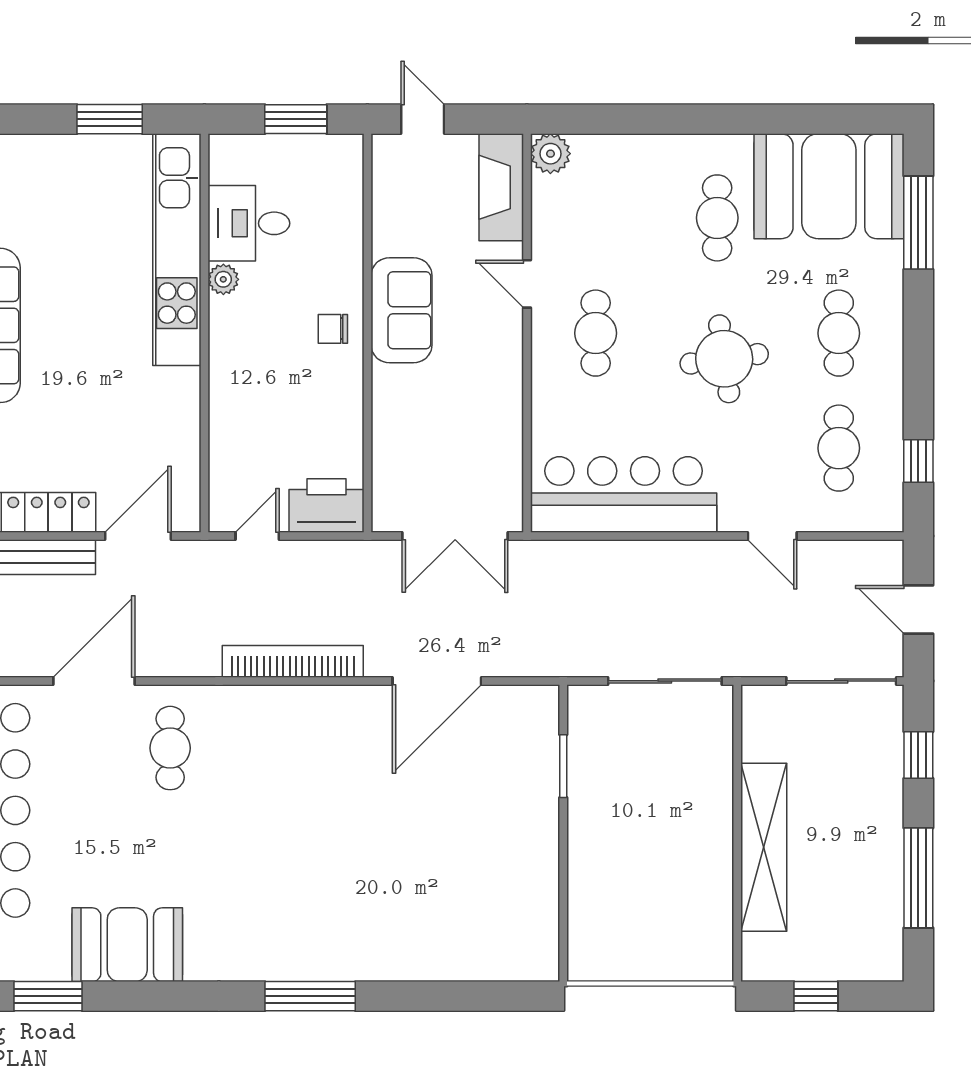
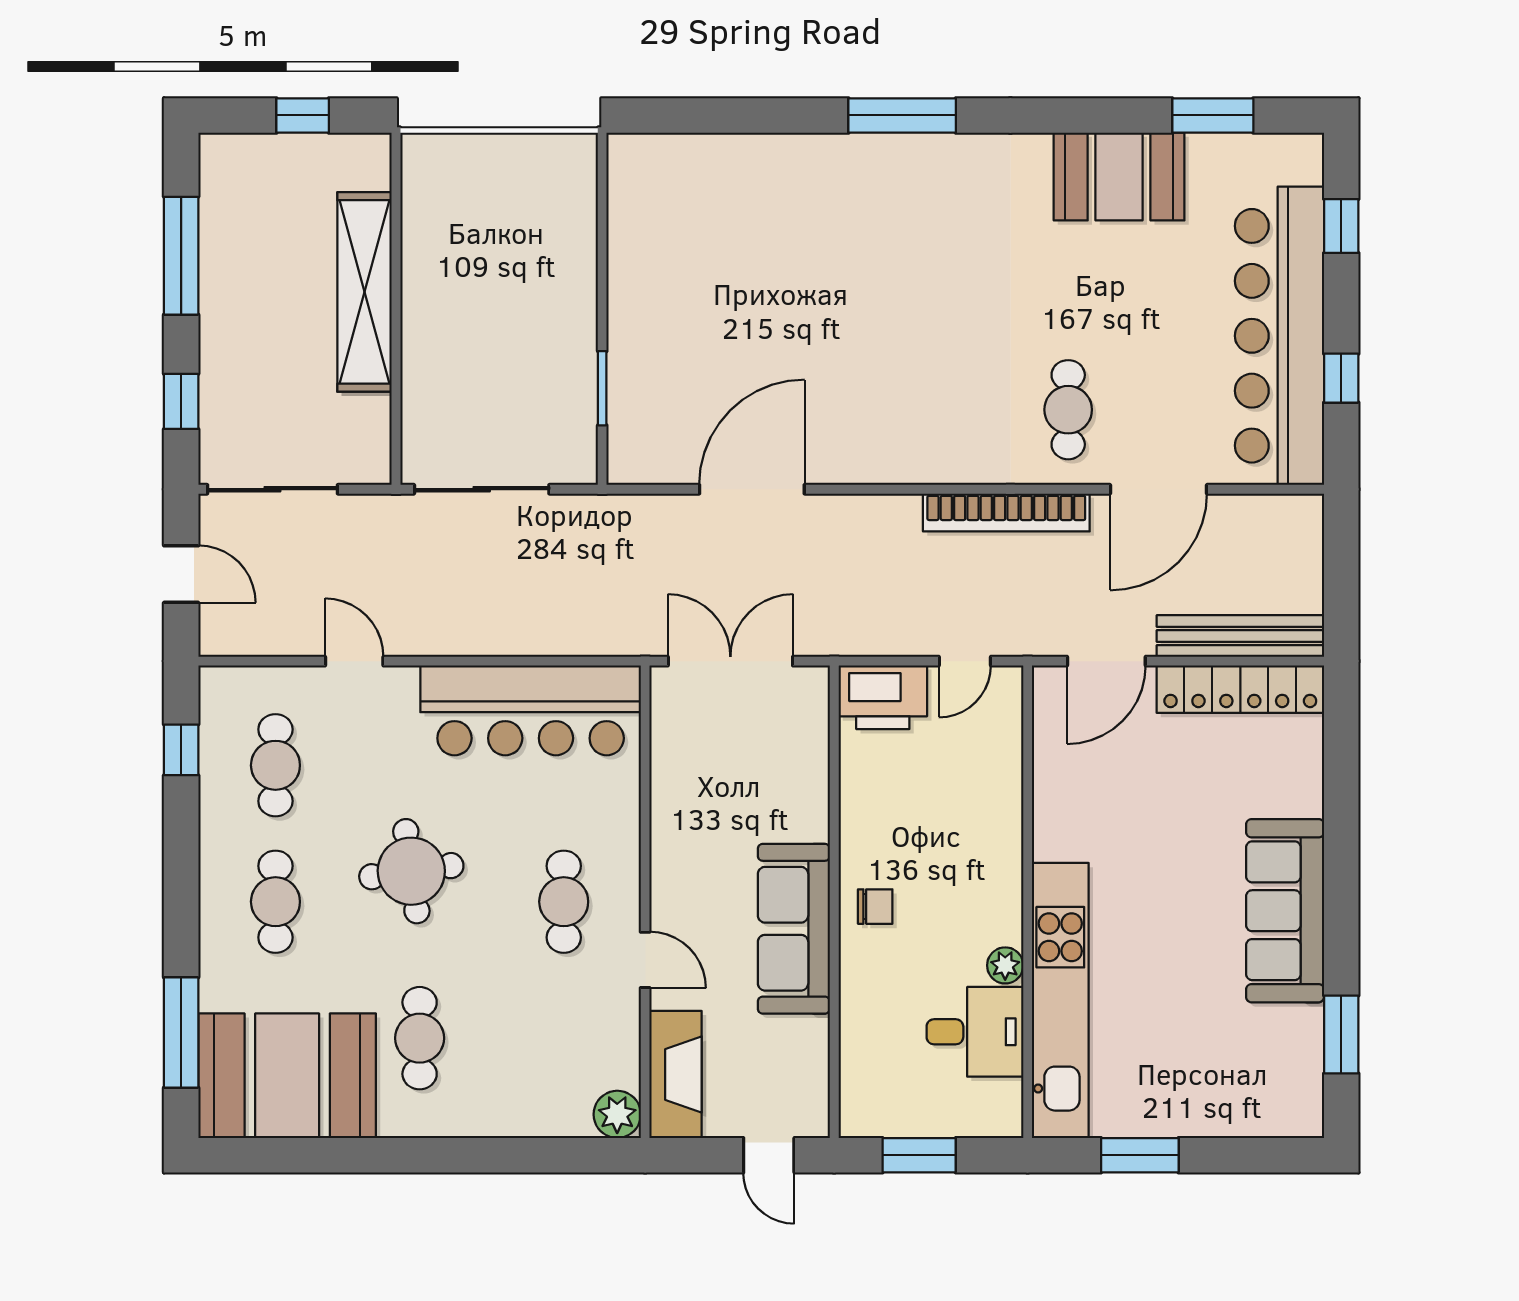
sofa: (402, 310) -> (794, 929), width x1.36
bookcase: (293, 661) -> (1006, 512), moved

